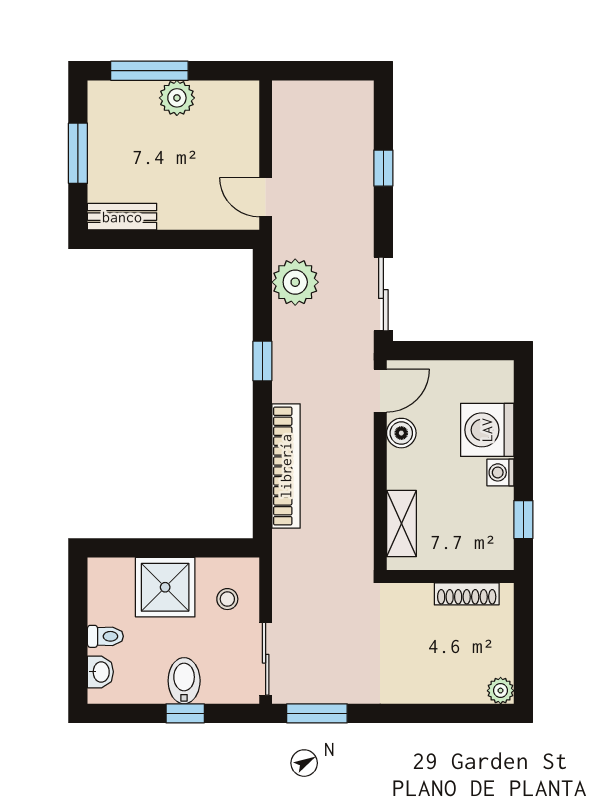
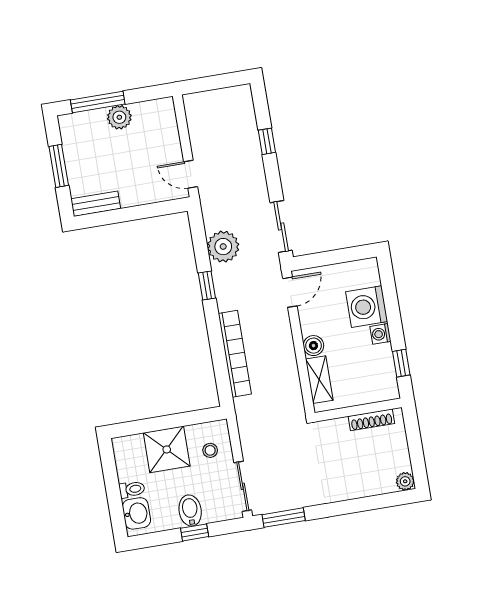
plant: (295, 282) -> (223, 247), moved
boiler: (401, 433) -> (313, 346), moved
washbasin: (100, 672) -> (136, 513), width x1.38, depth x1.45

